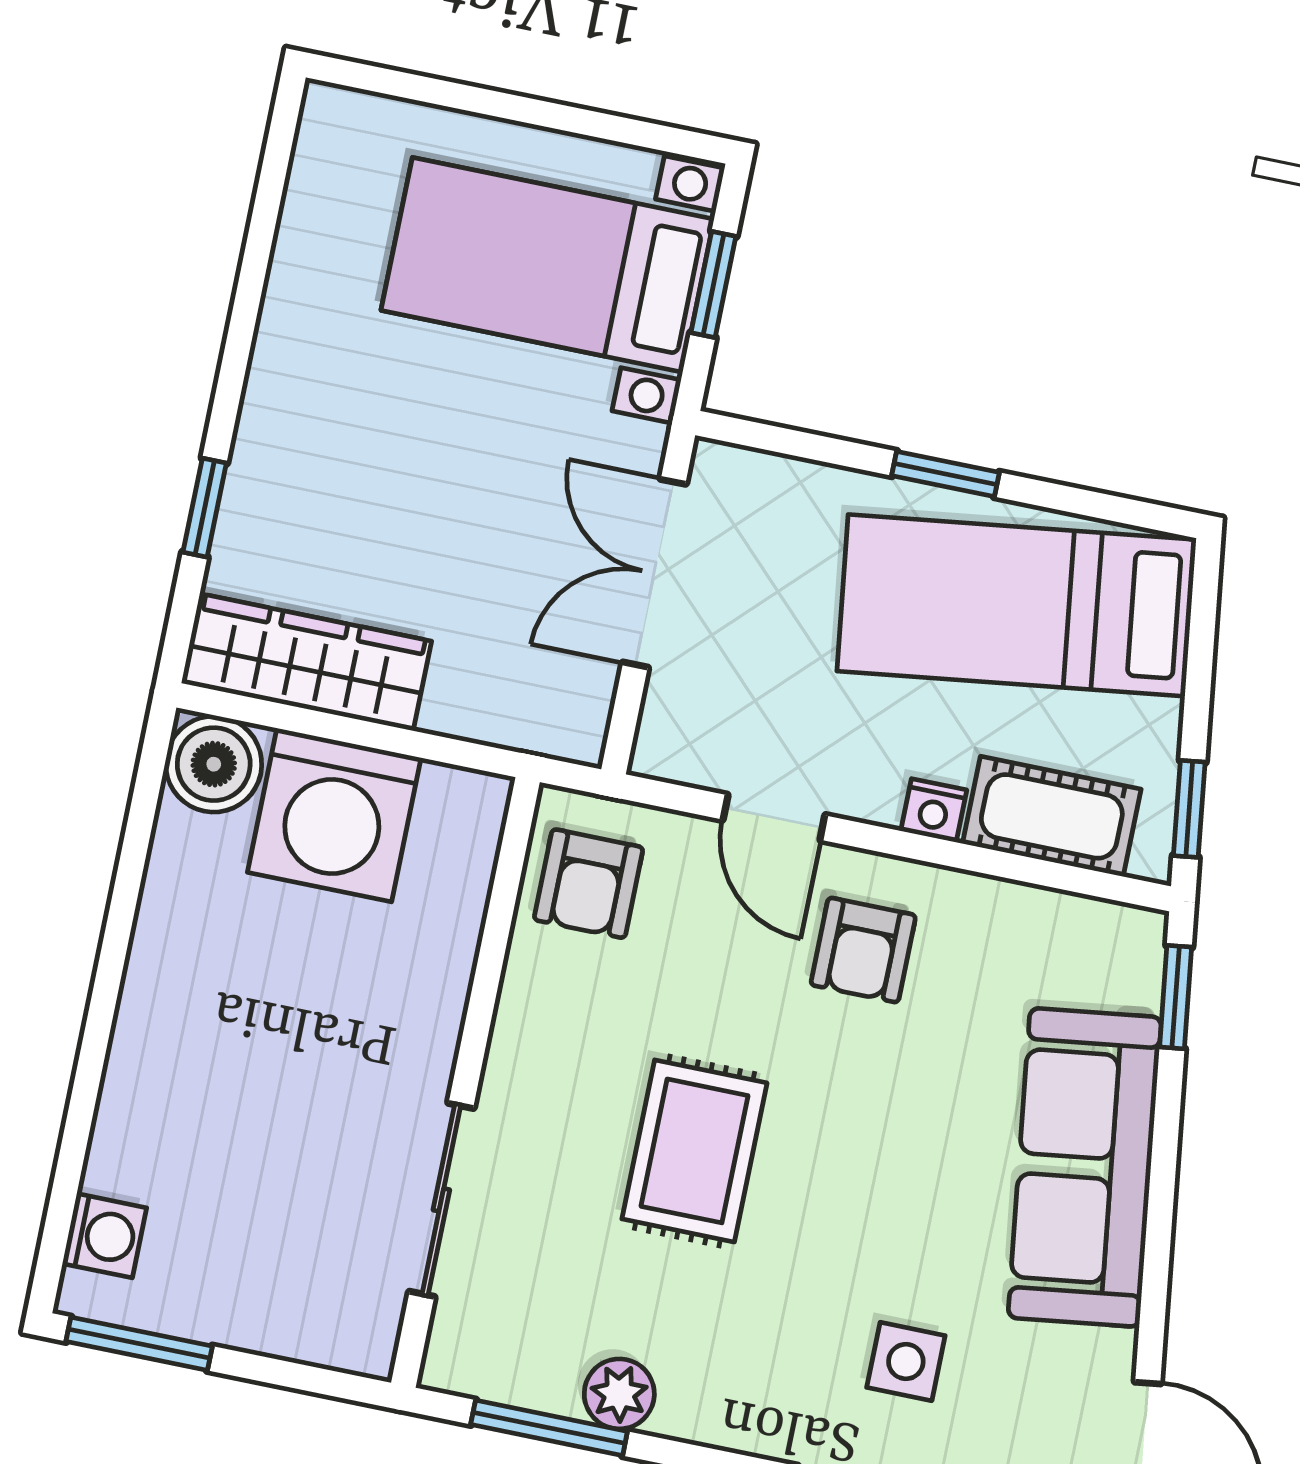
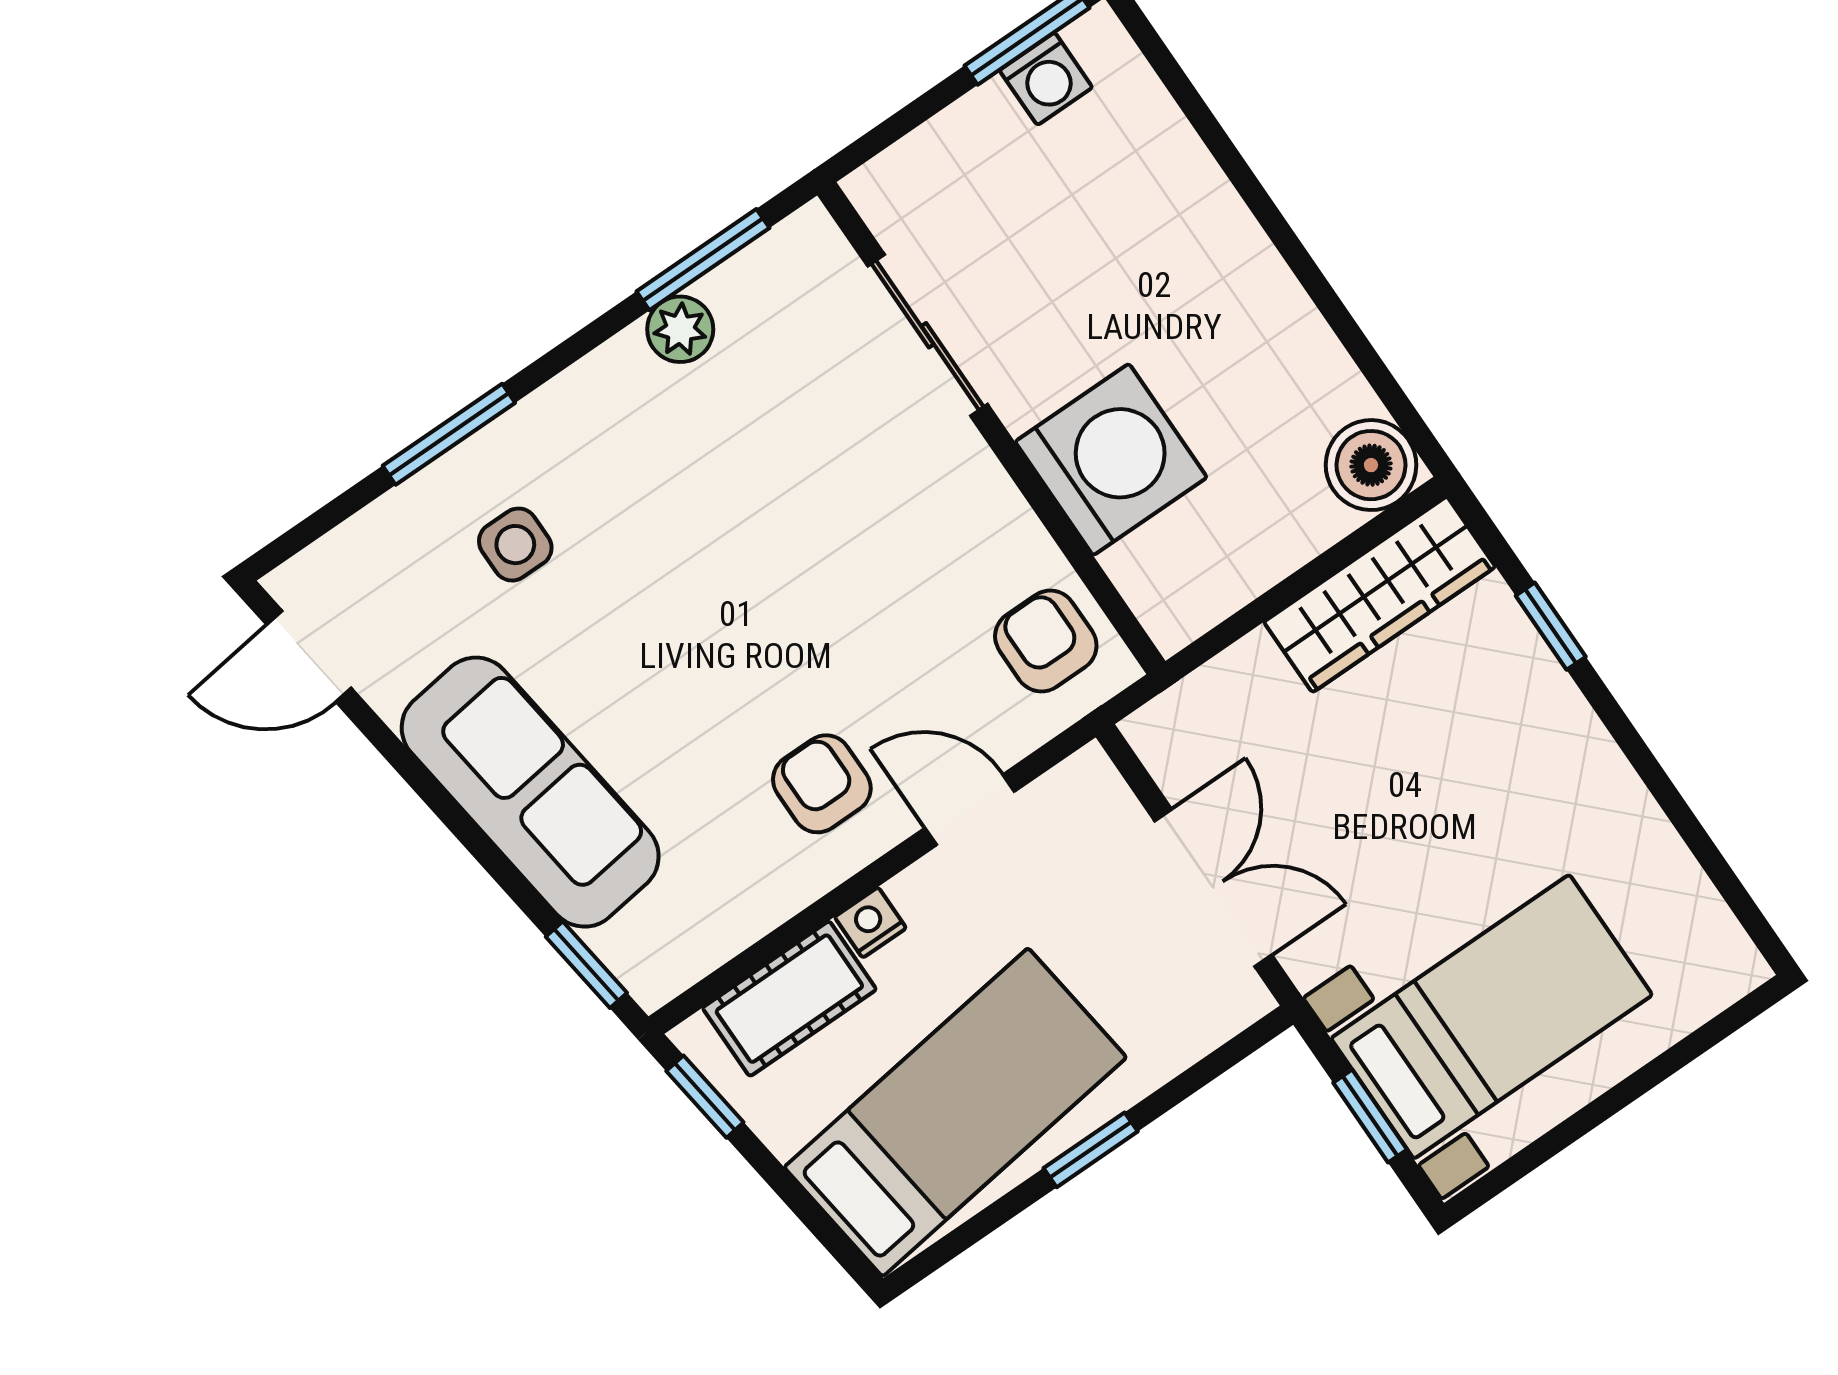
washing machine: (334, 815) -> (1111, 460), moved, turned 90
rug: (694, 1151) -> (796, 539), removed
washing machine: (104, 1236) -> (1046, 79), moved, turned -90

